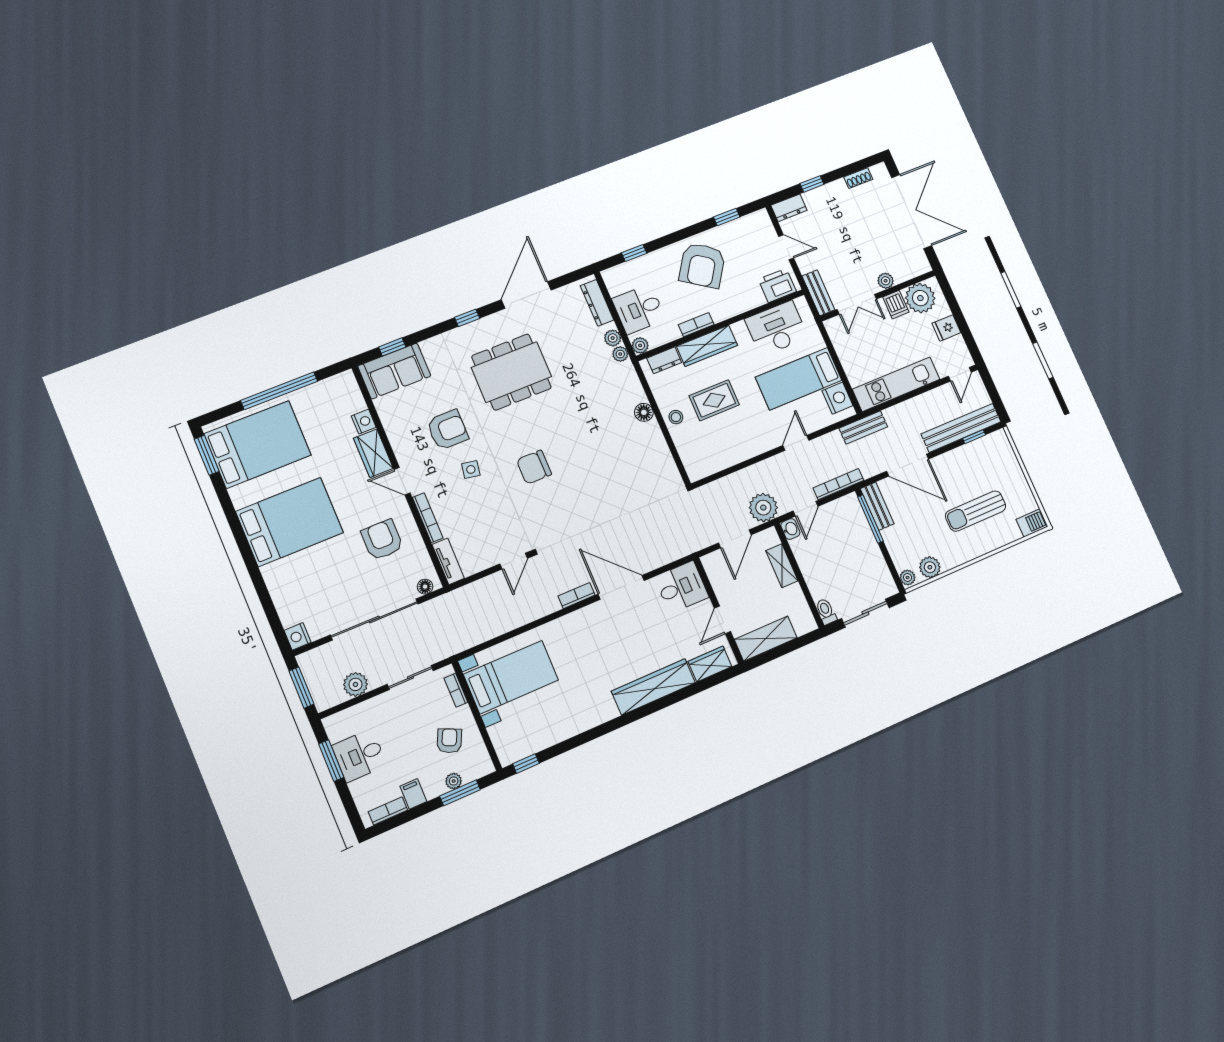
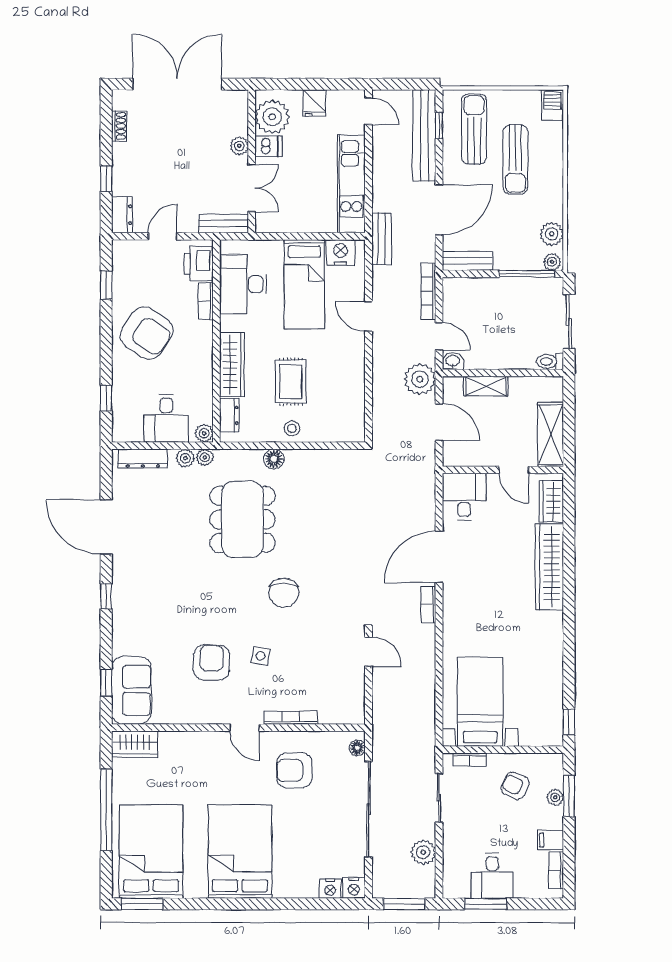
bookcase: (696, 325) -> (206, 301), moved
dining table: (511, 372) -> (243, 519), moved
nightstand: (364, 422) -> (330, 889), moved, turned 180
wardrobe: (373, 453) -> (135, 744), moved
sun lounger: (984, 466) -> (474, 129), added
door: (402, 481) -> (245, 728), hinge flipped
window: (870, 519) -> (527, 274), moved
tv unit: (448, 561) -> (342, 715), removed

